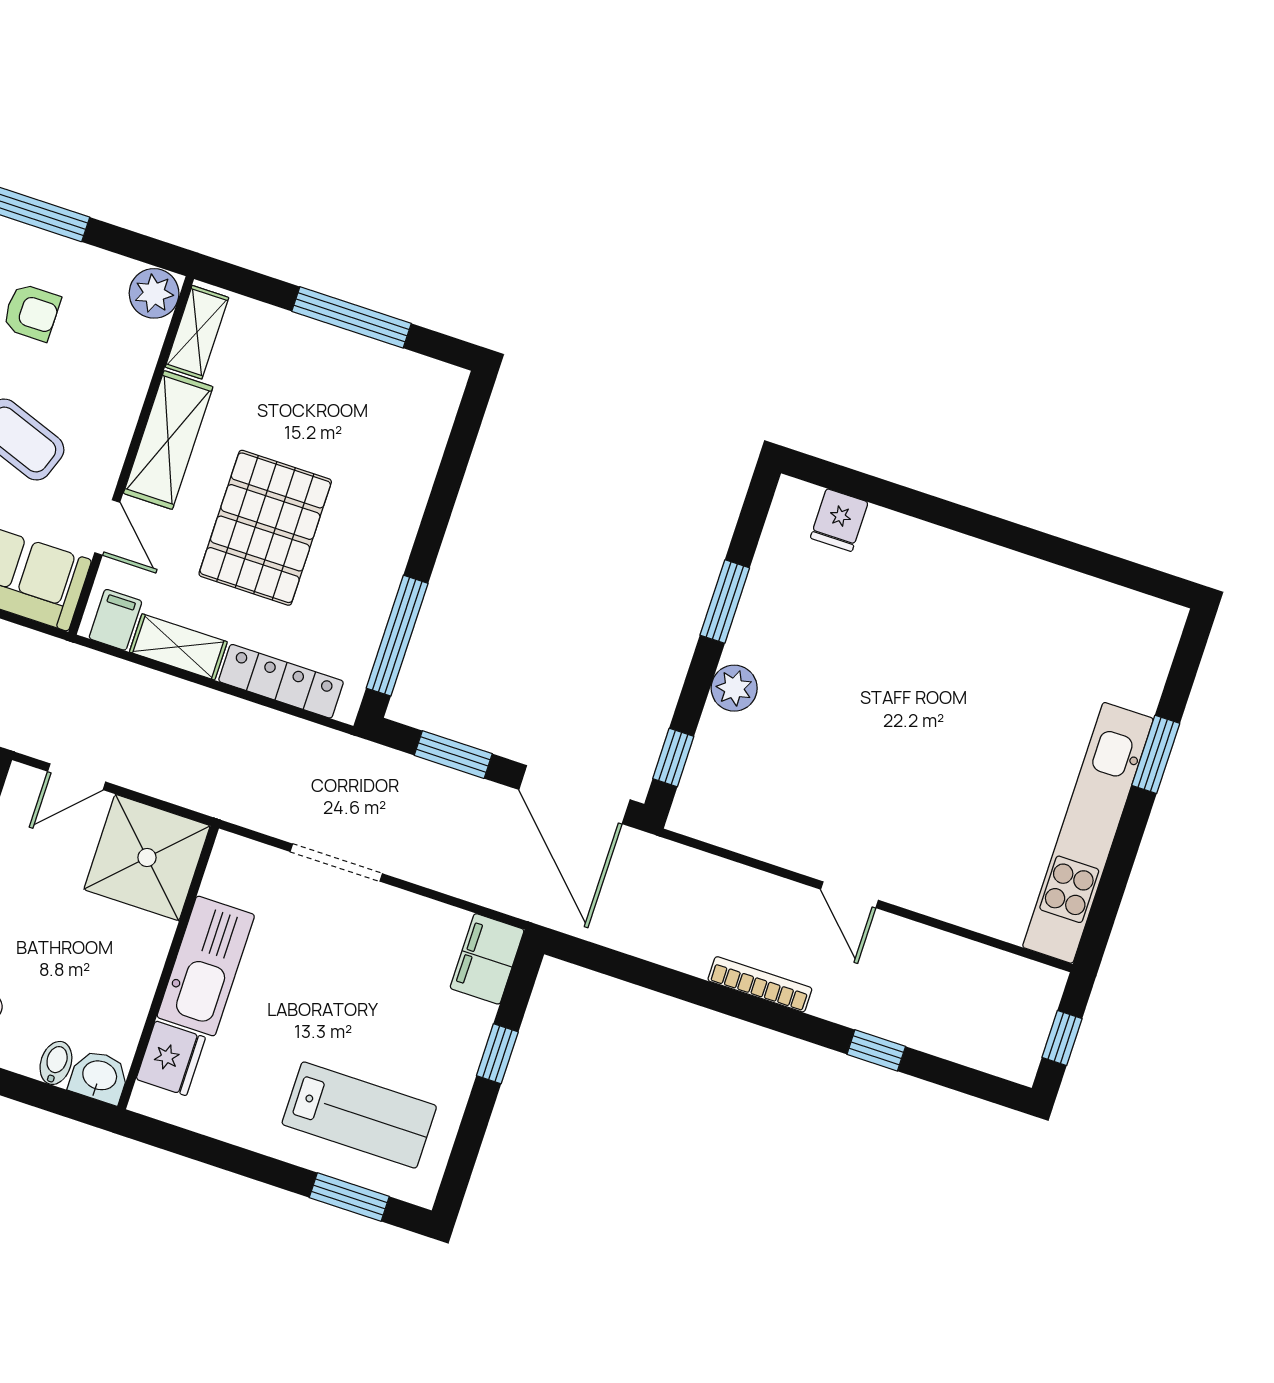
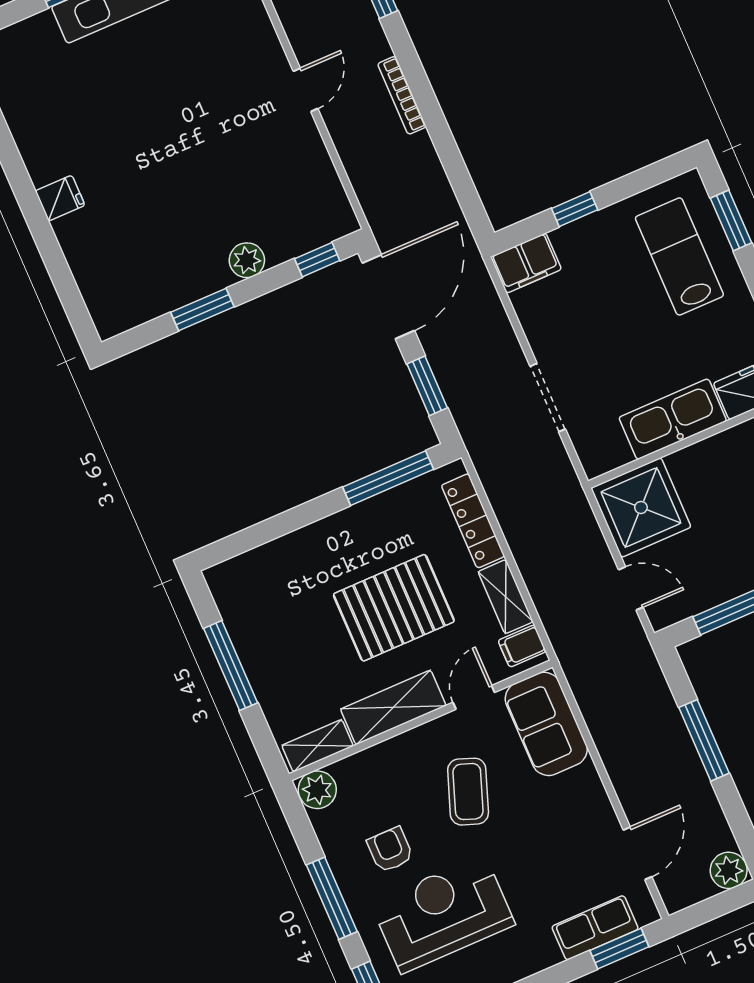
fridge: (839, 520) -> (60, 198), moved

